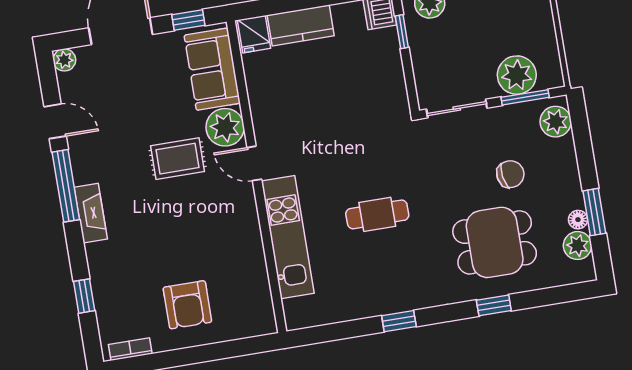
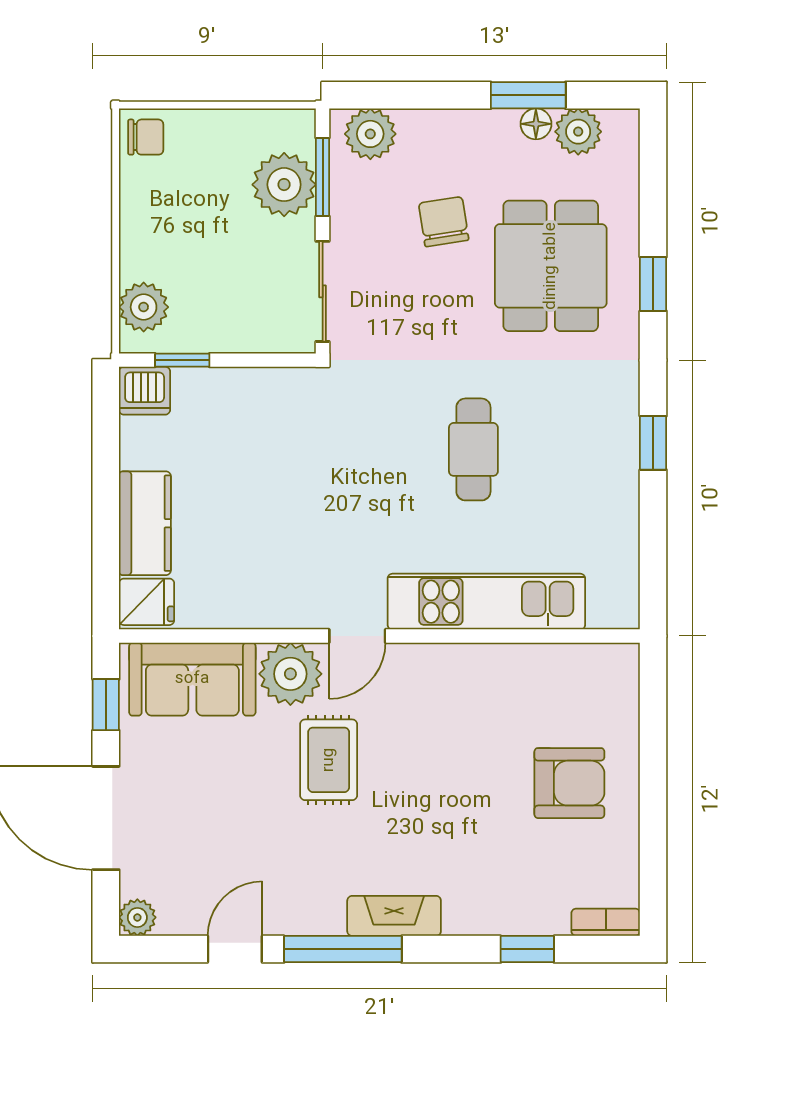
bookcase: (130, 349) -> (606, 922), moved, turned 90

